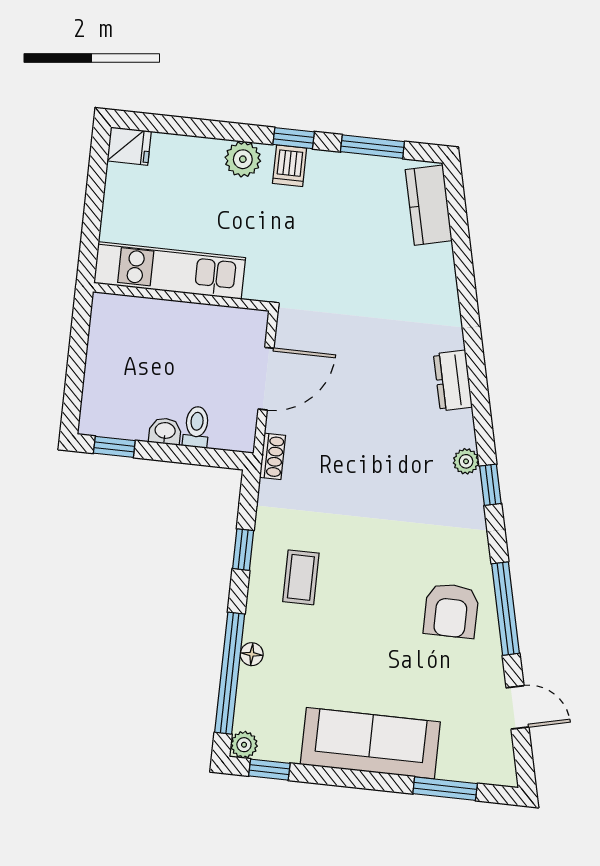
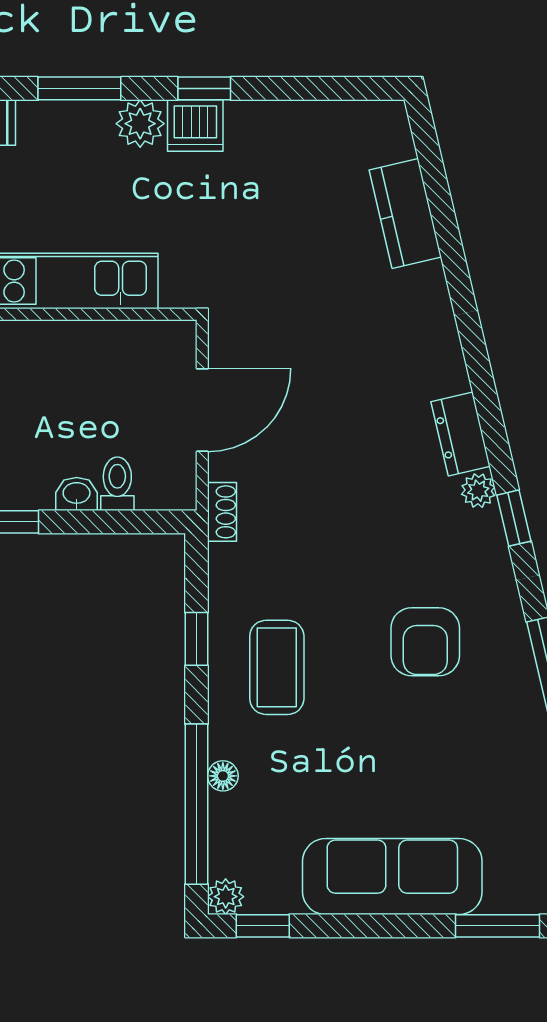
window: (372, 147) -> (79, 88), moved
dishwasher: (290, 166) -> (195, 126), width x1.38
kitchen counter: (429, 205) -> (405, 213), moved
dresser: (453, 380) -> (461, 434), moved
coffee table: (301, 577) -> (277, 667), width x1.36, depth x1.30
armchair: (451, 611) -> (425, 642), moved

